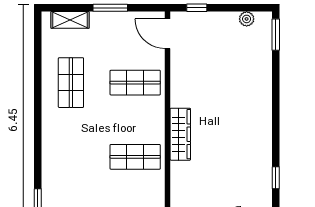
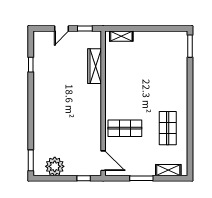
plant: (247, 19) -> (55, 166), width x1.87, depth x1.87
wardrobe: (180, 134) -> (95, 66), moved
shop shelf: (135, 157) -> (125, 79), removed

